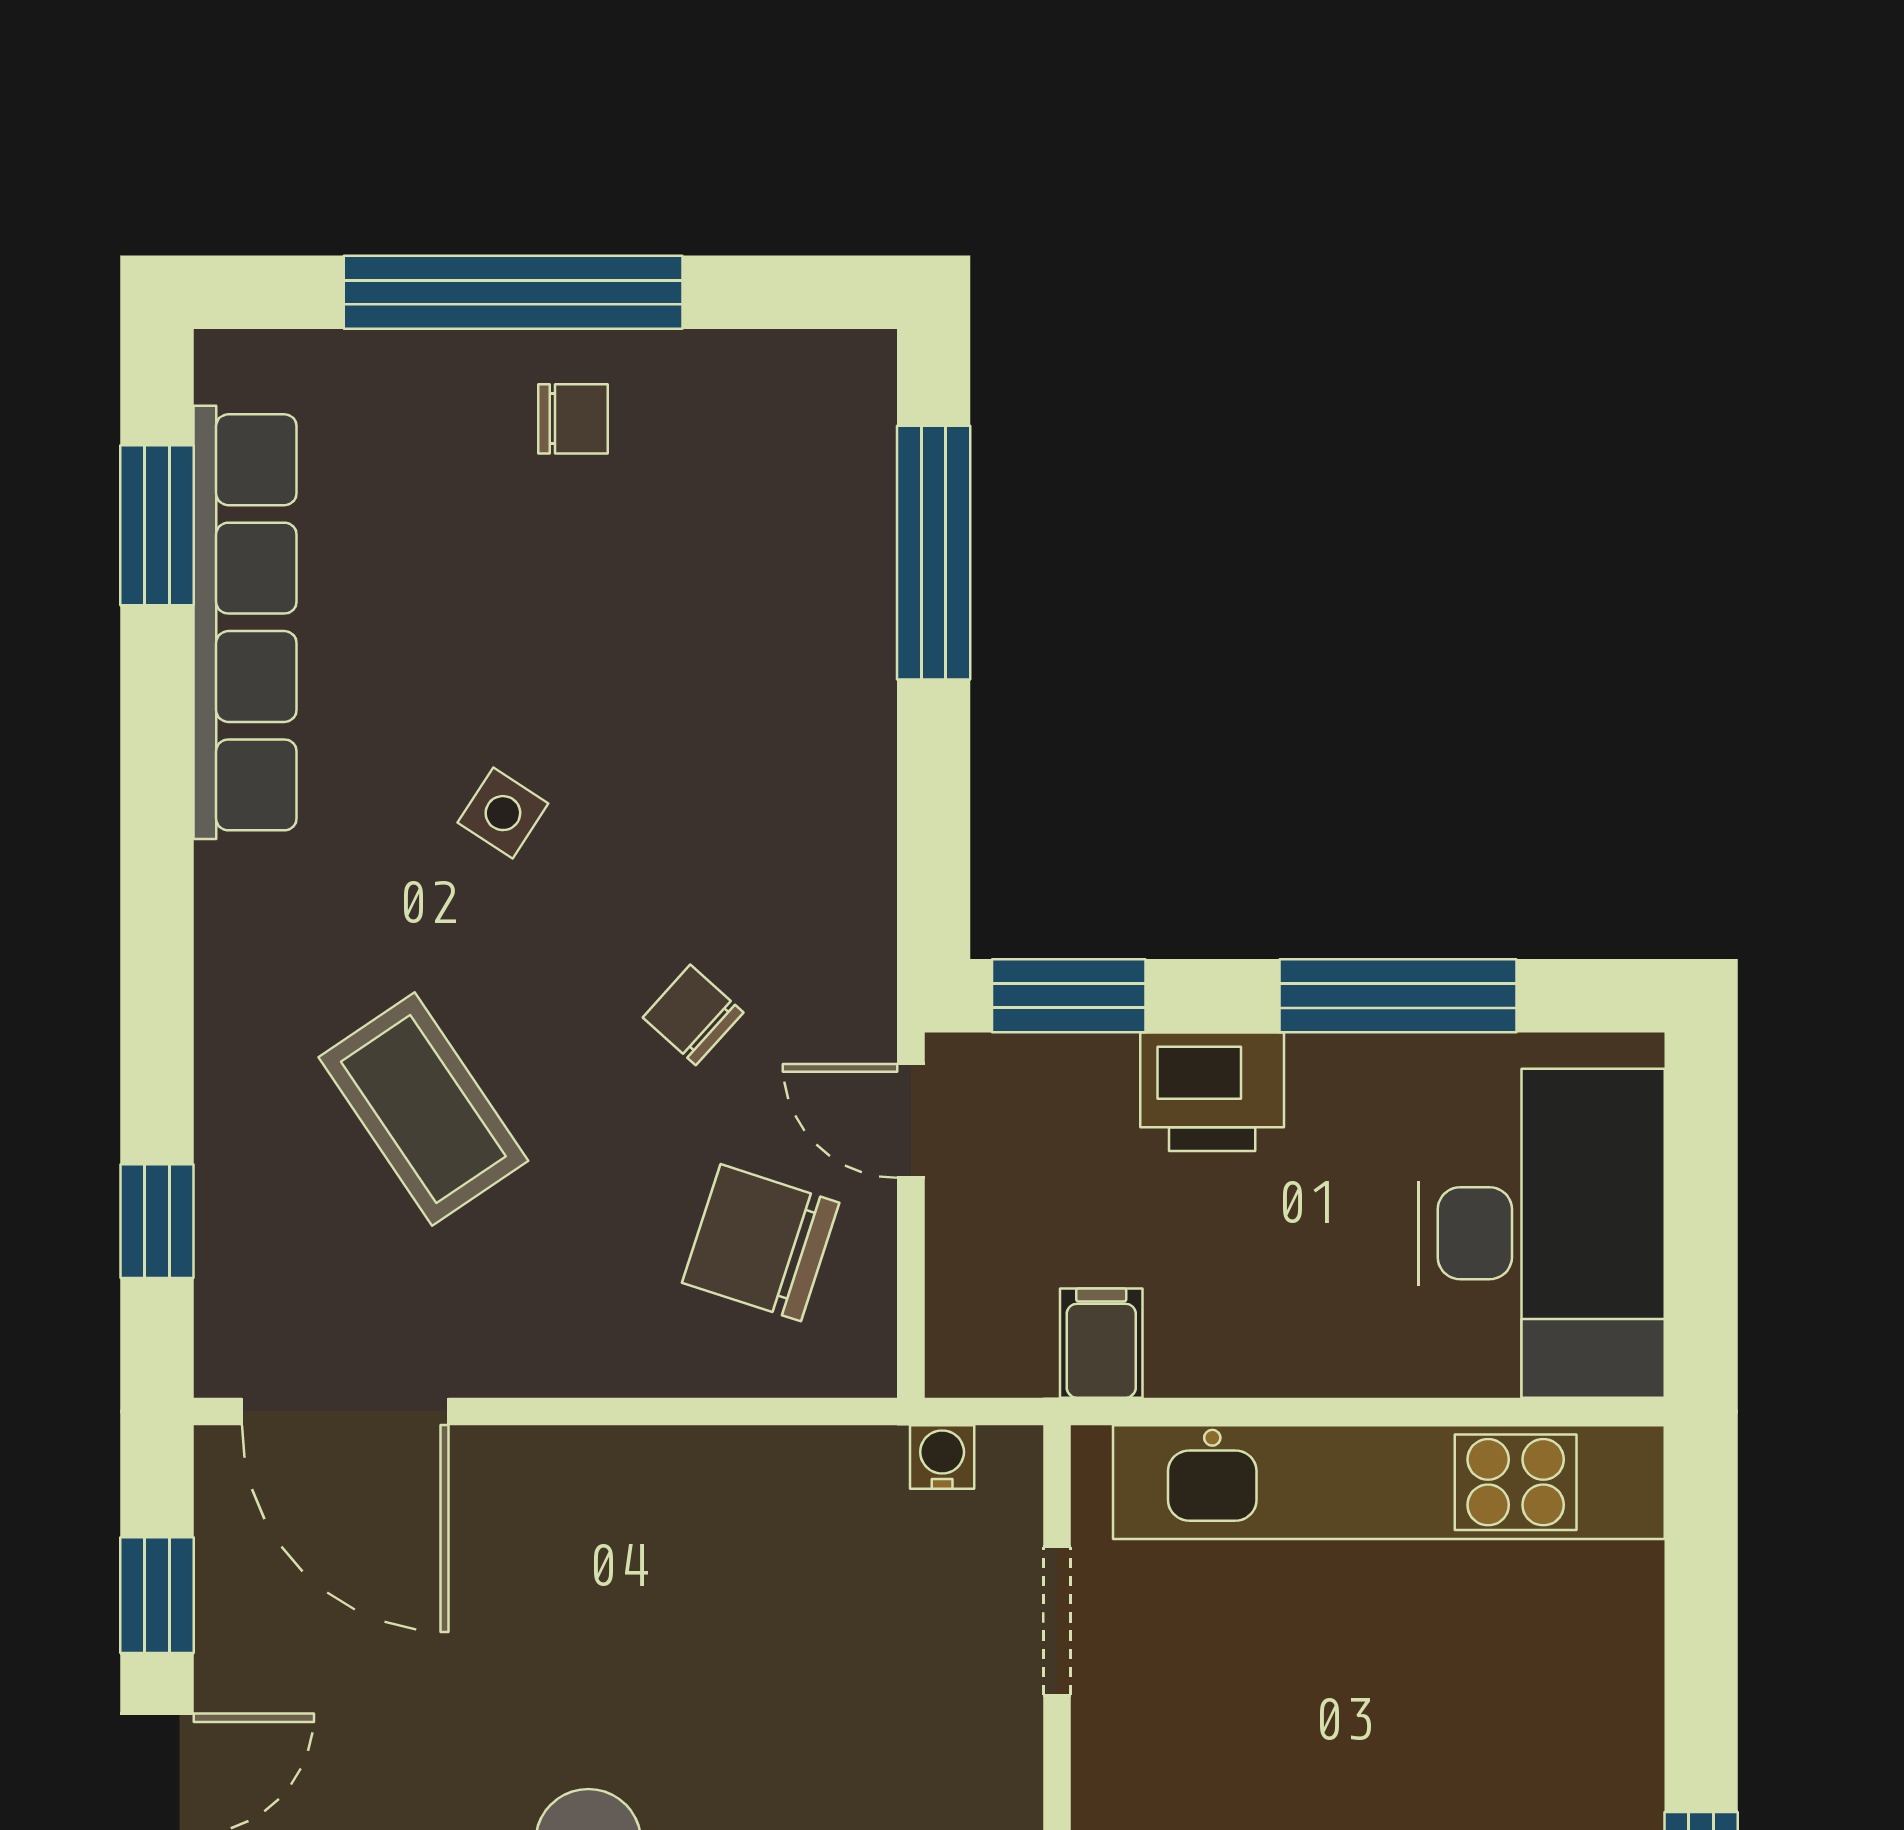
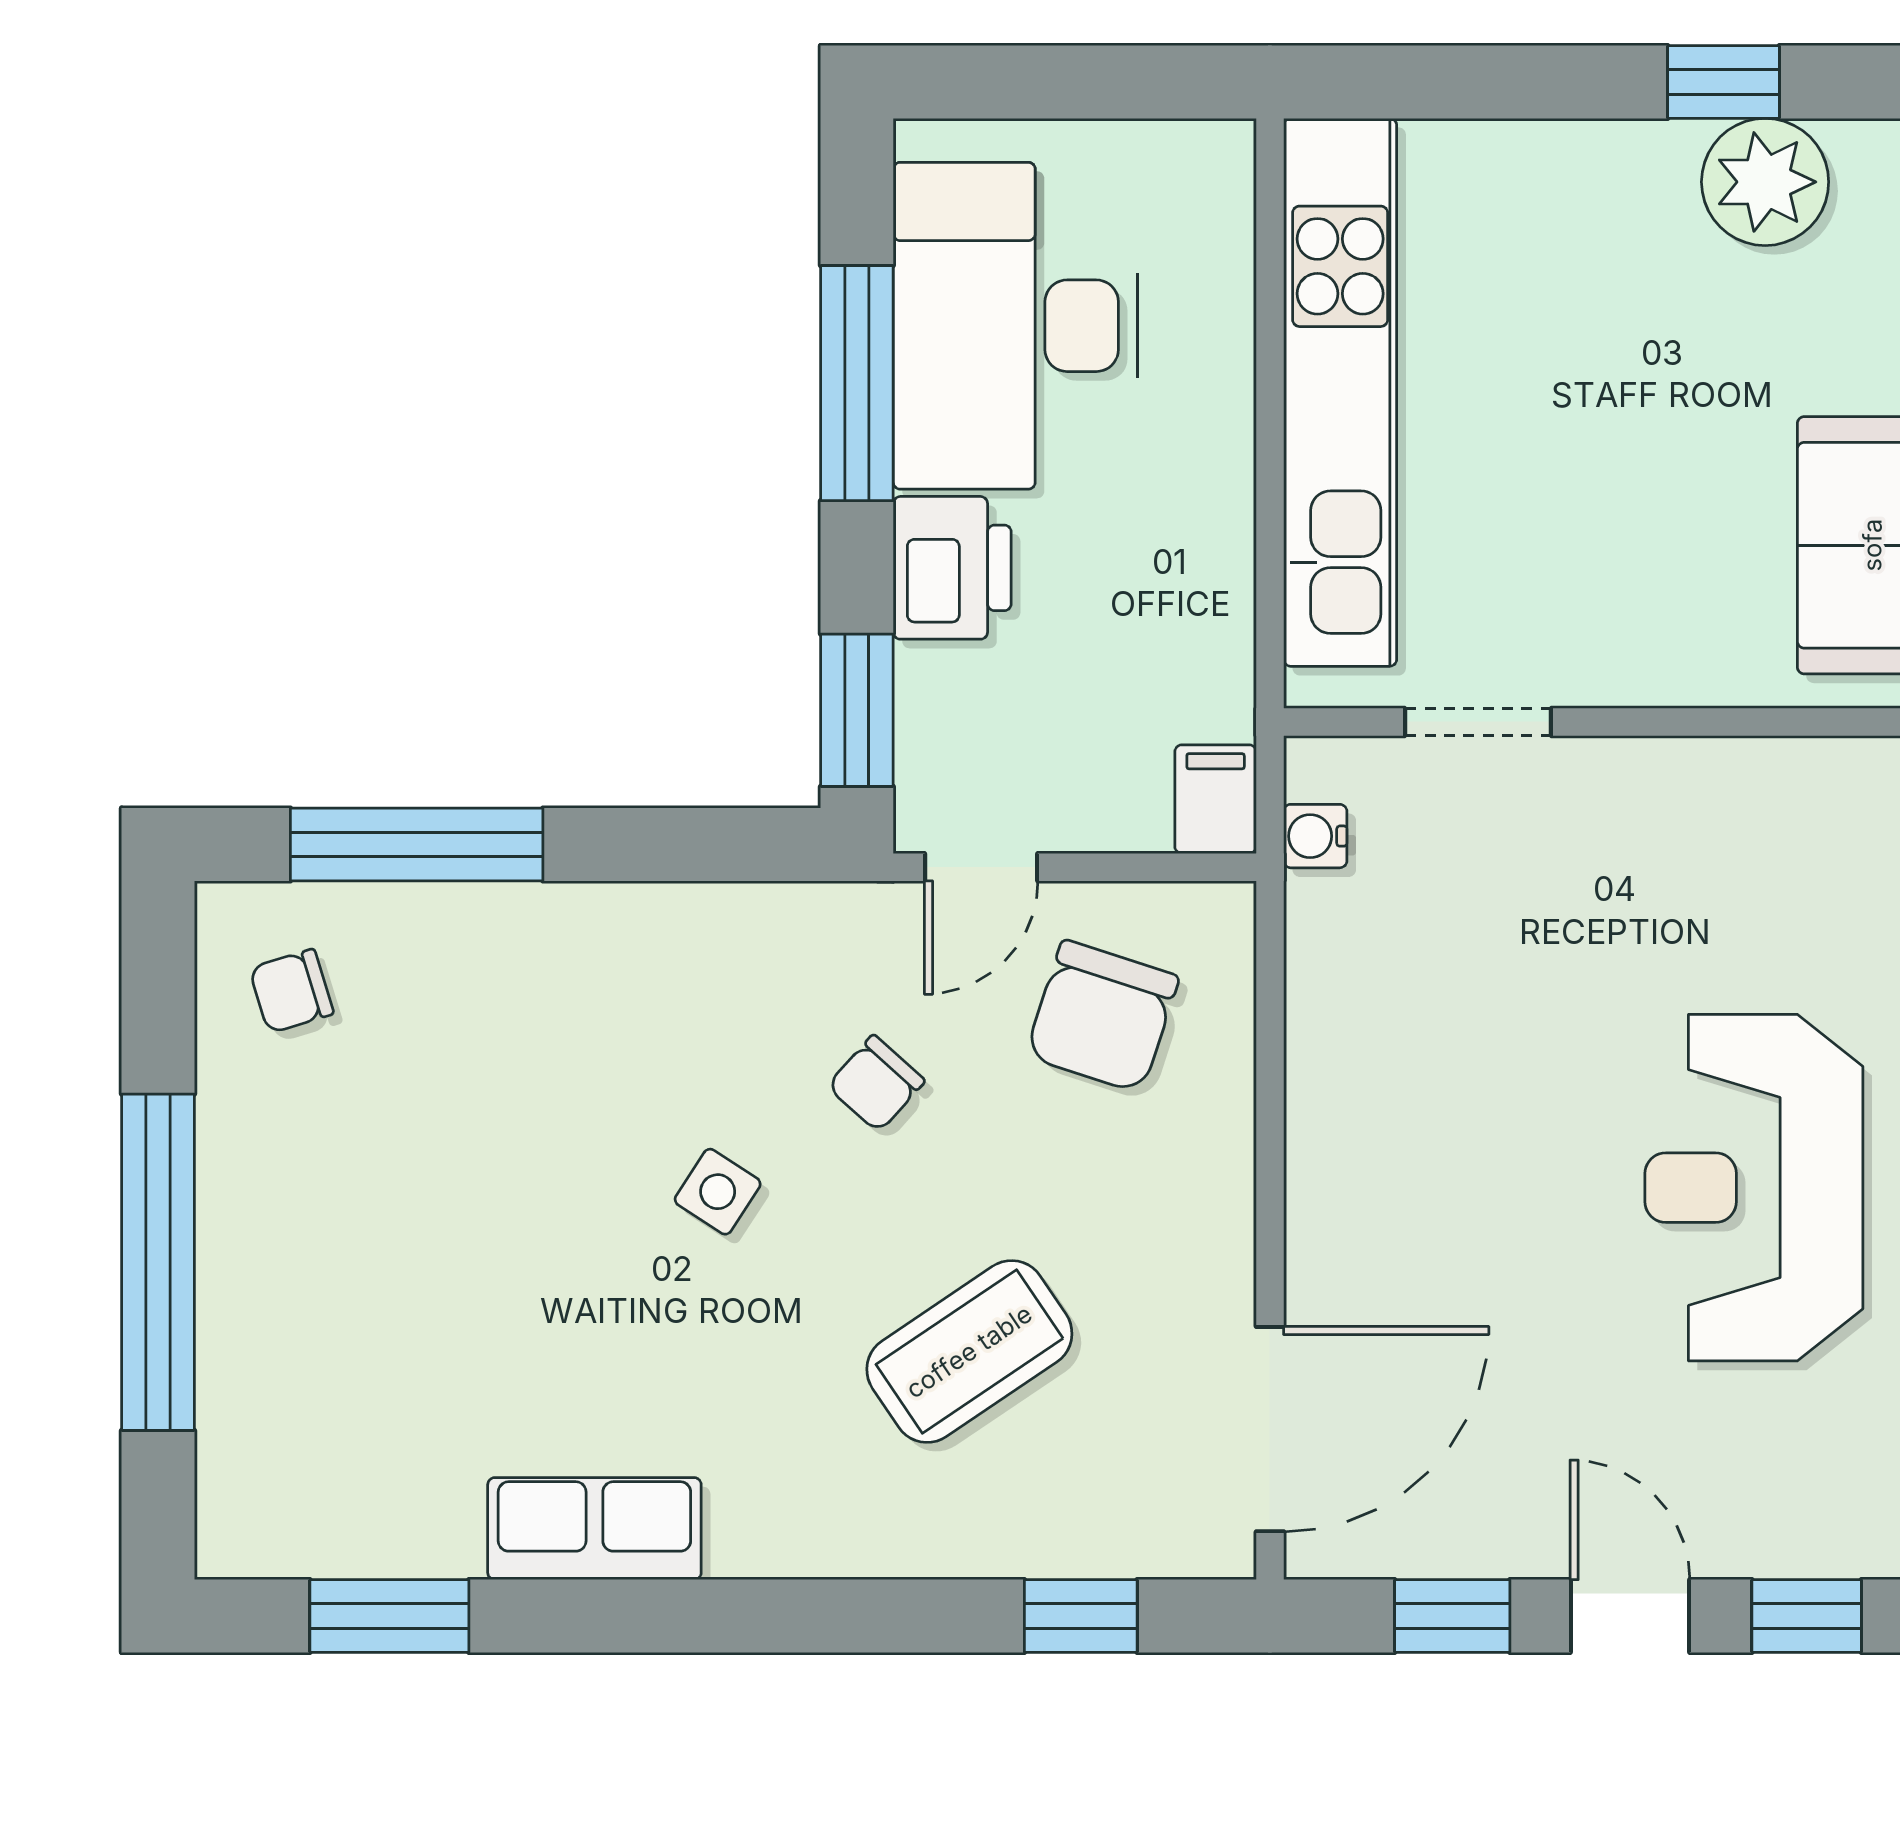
chair: (573, 419) -> (291, 991), moved, turned -107
row of seats: (245, 622) -> (594, 1529), width x0.50
side table: (503, 813) -> (718, 1192), moved
desk: (1541, 1233) -> (1016, 326), moved, turned -90
filing cabinet: (1101, 1343) -> (1216, 799), moved, turned 90

